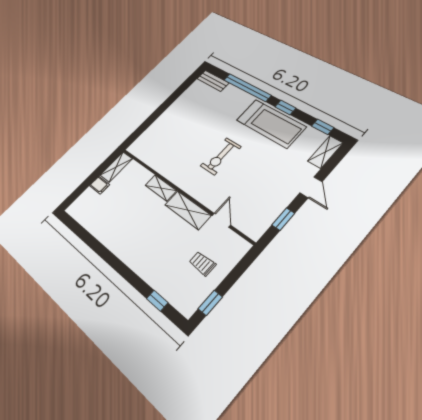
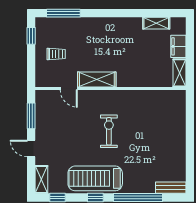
filing cabinet: (100, 185) -> (178, 46), width x2.00
shelving: (161, 188) -> (156, 23), moved
window: (283, 219) -> (31, 116), width x1.50
window: (157, 301) -> (63, 13), width x2.17

